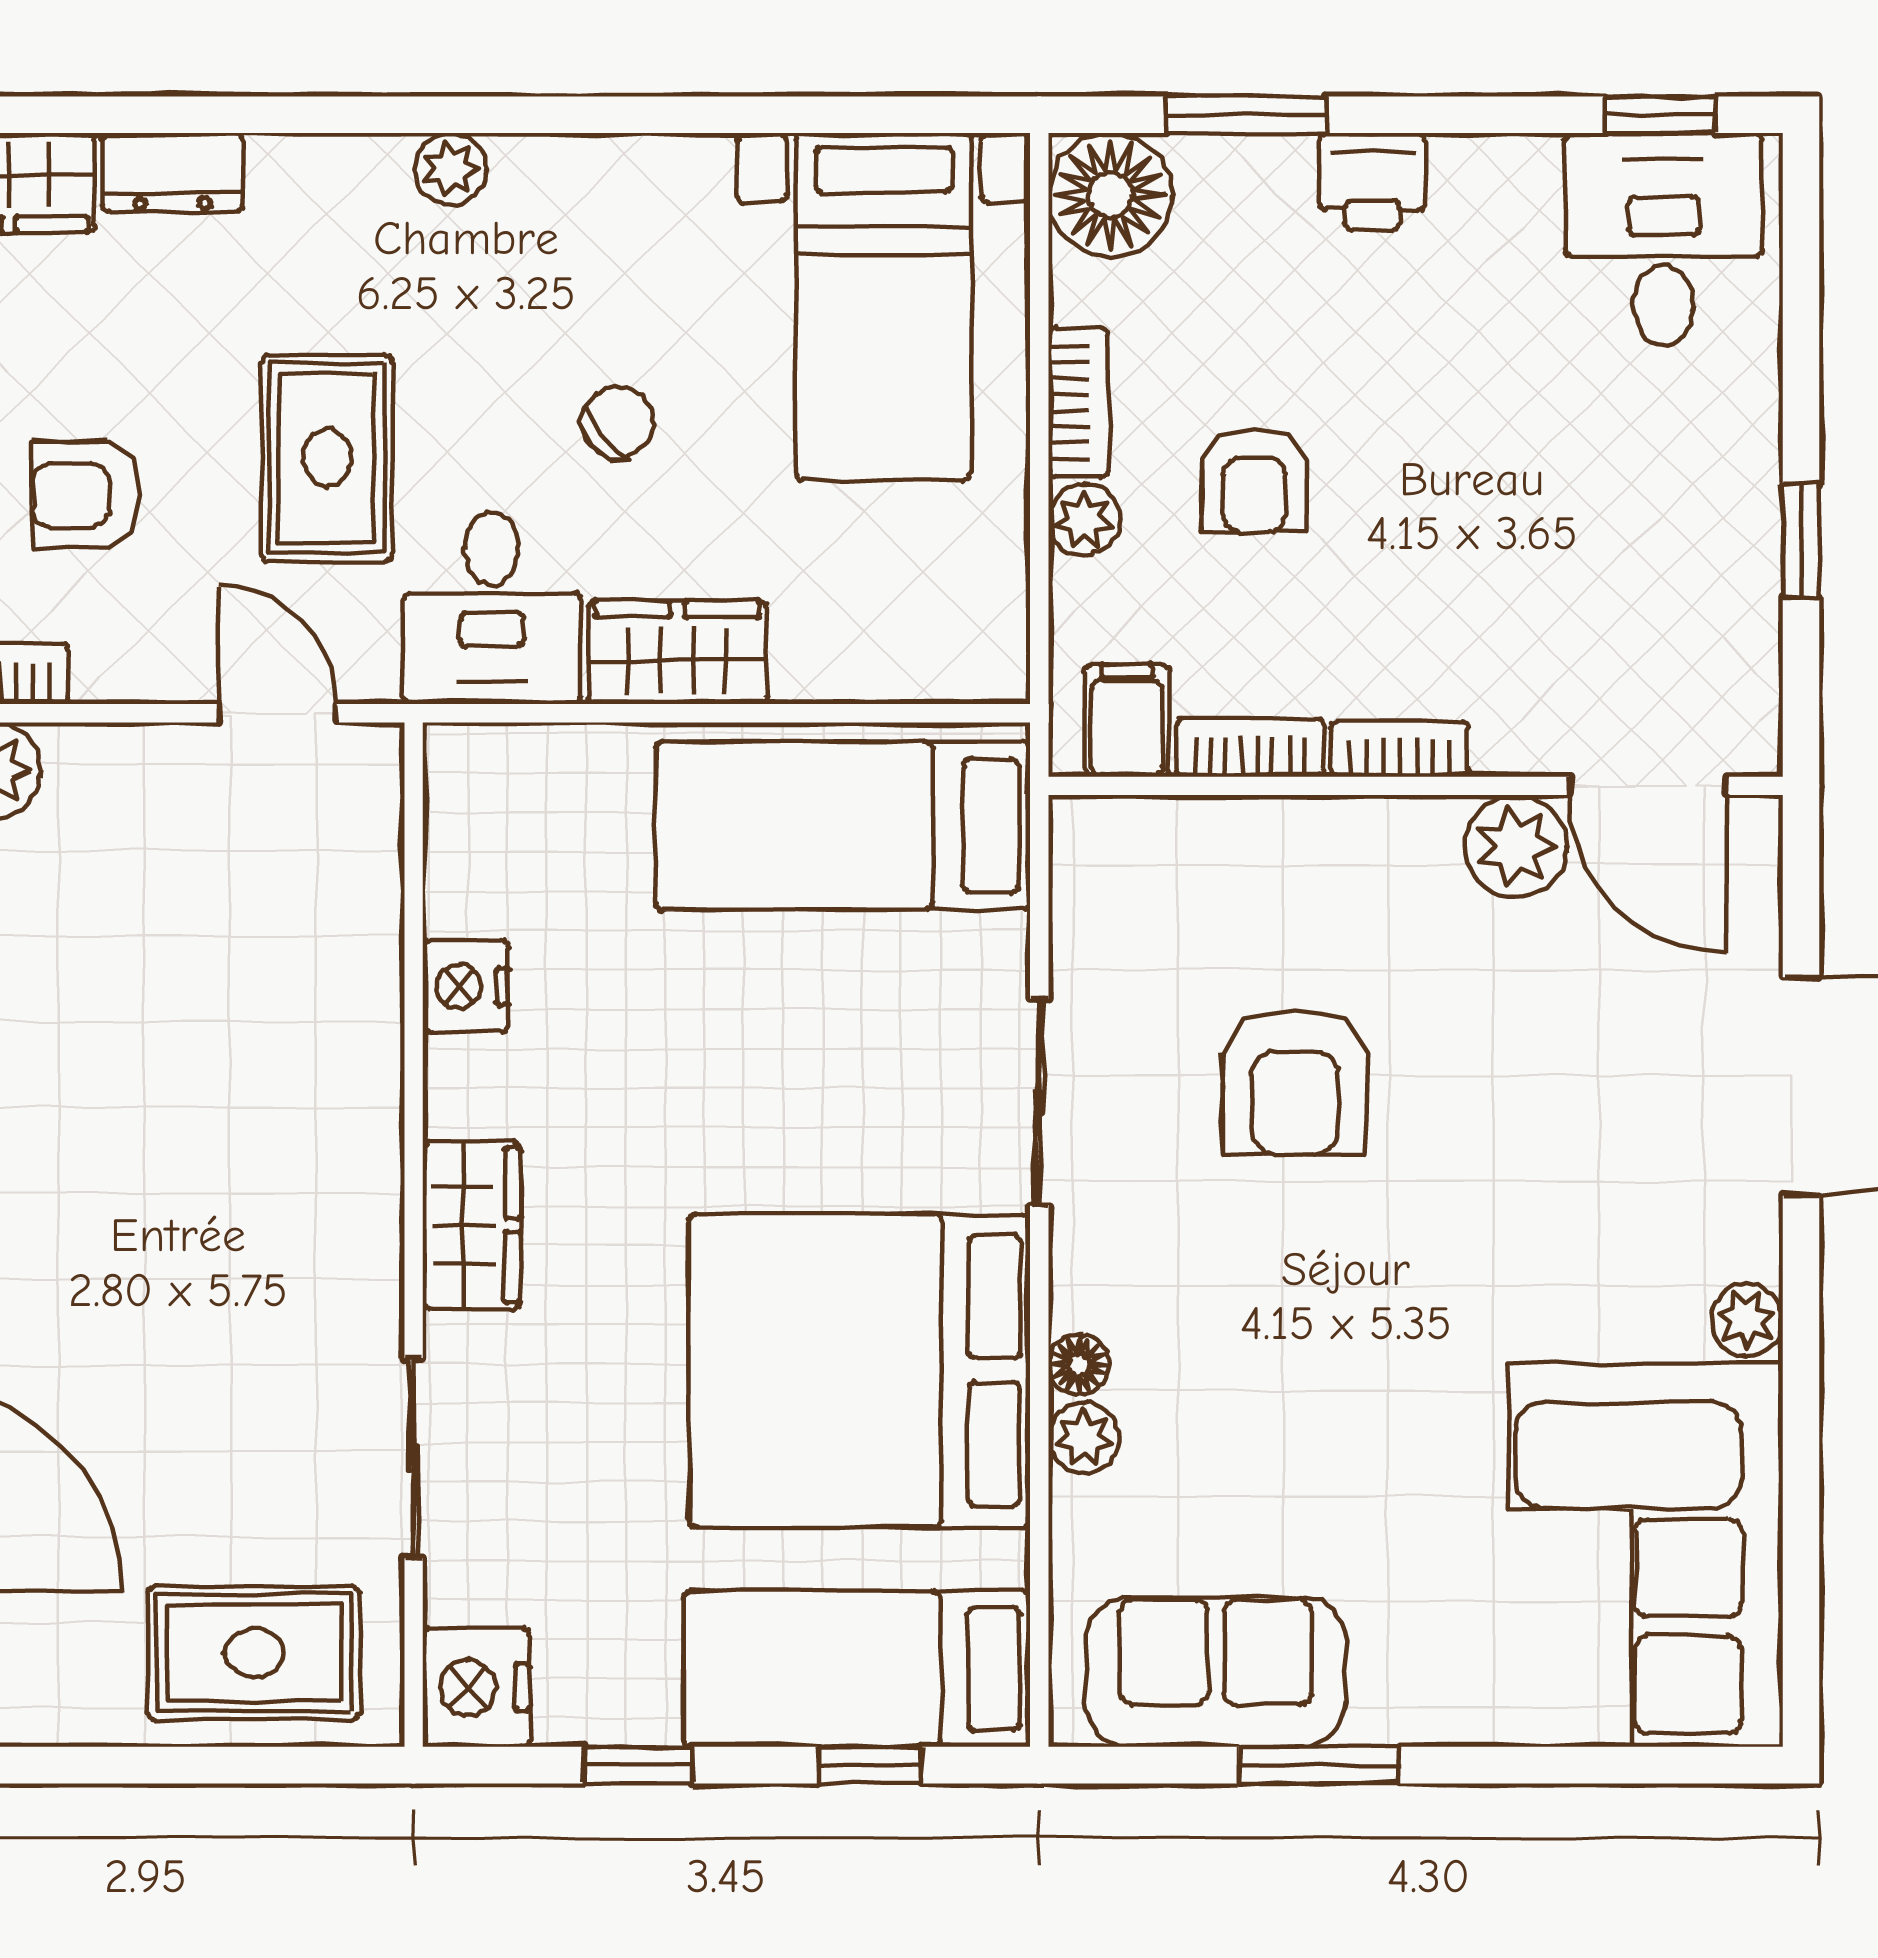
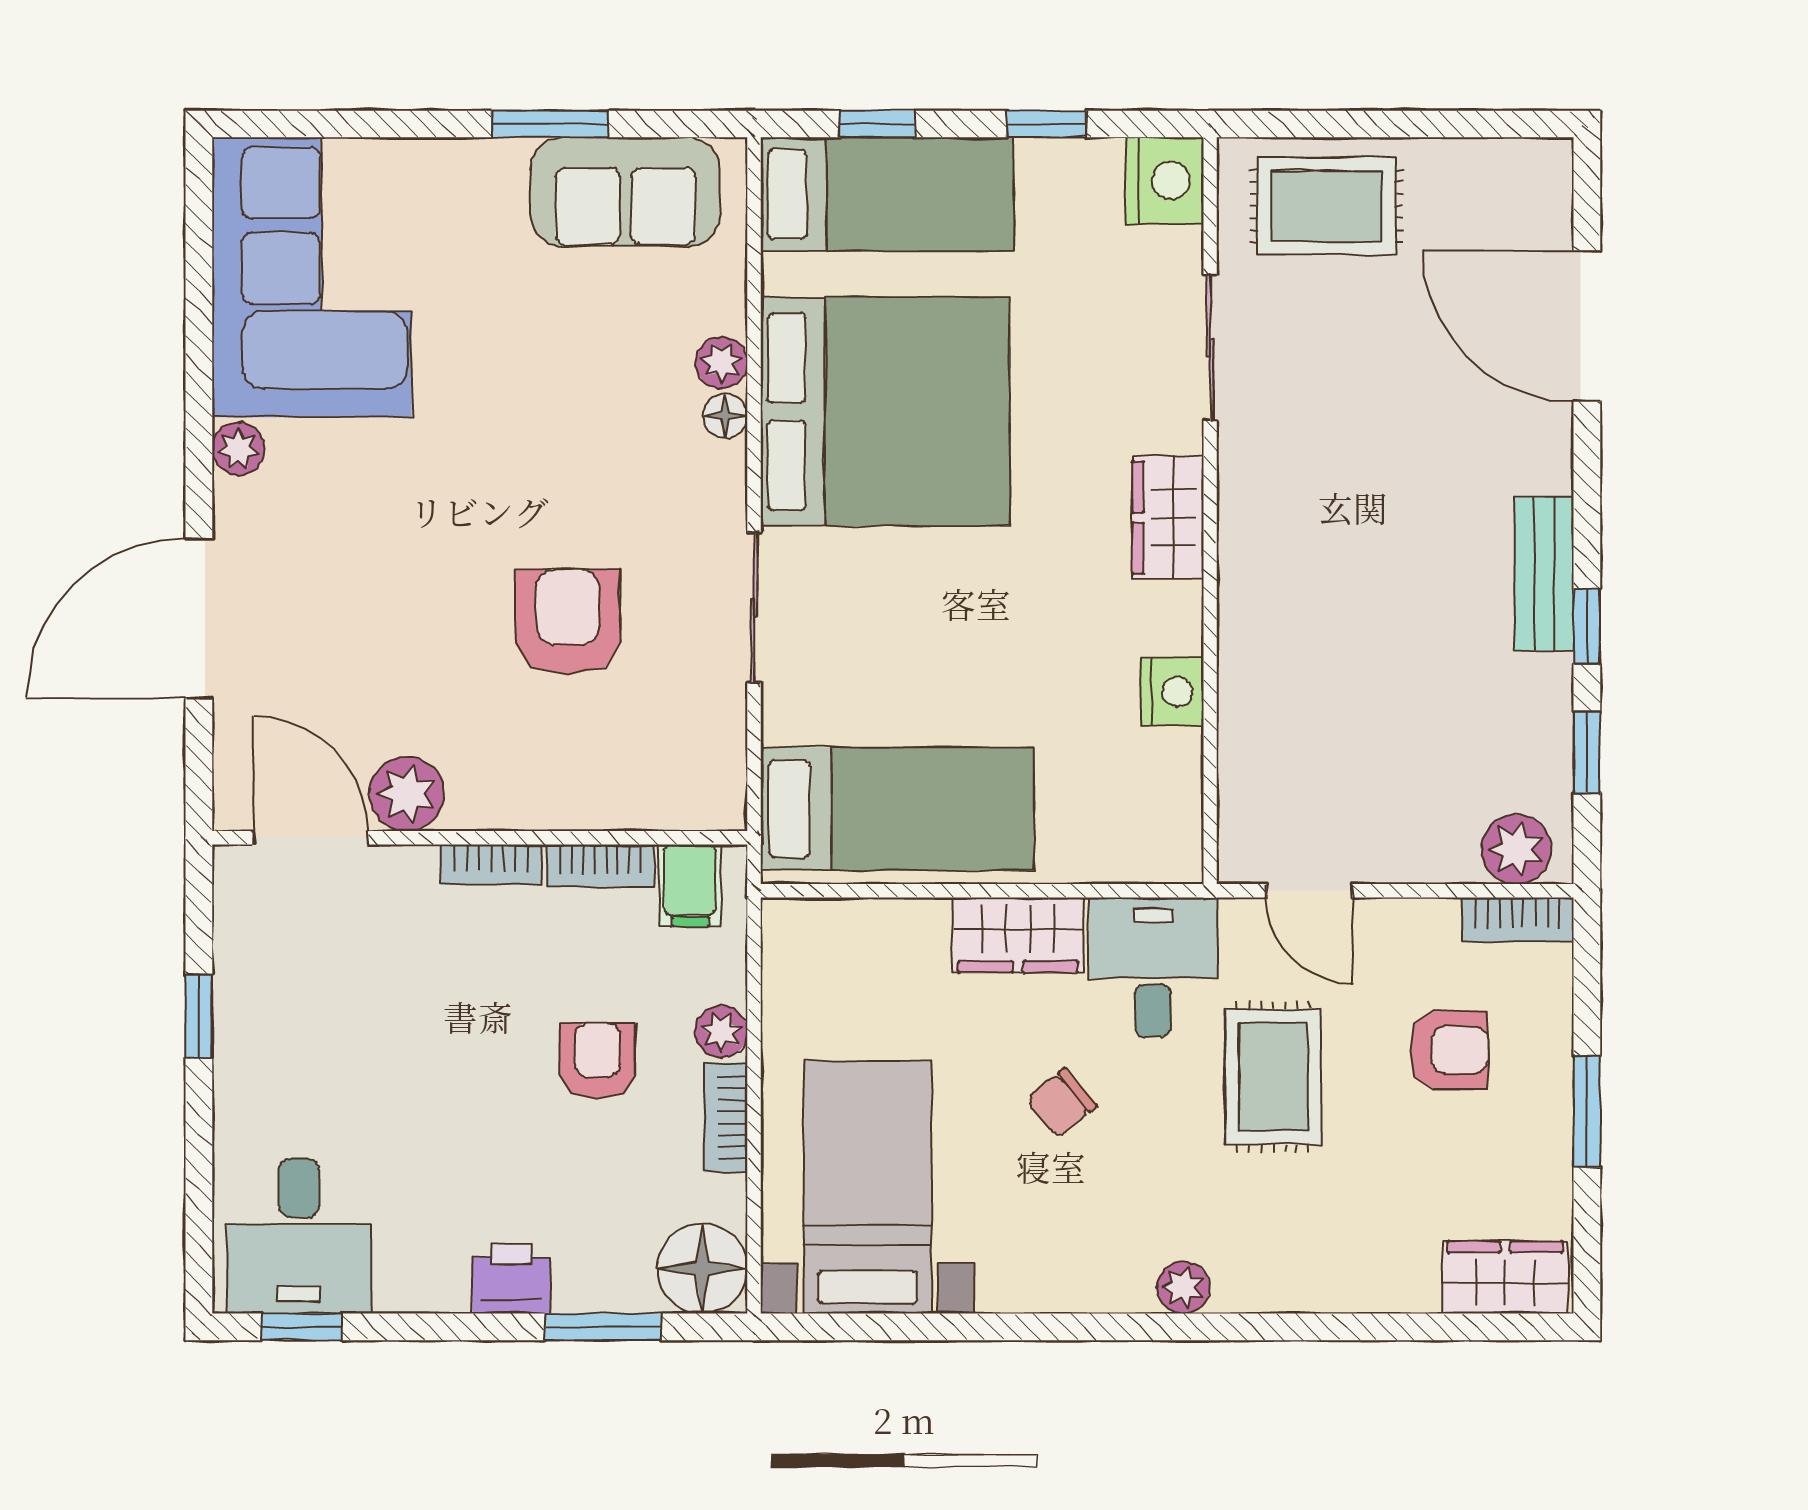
dresser: (173, 172) -> (1386, 1285), removed

